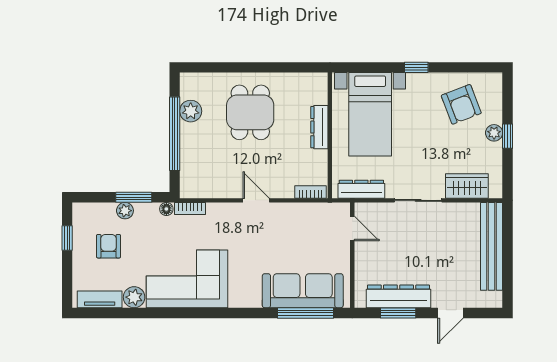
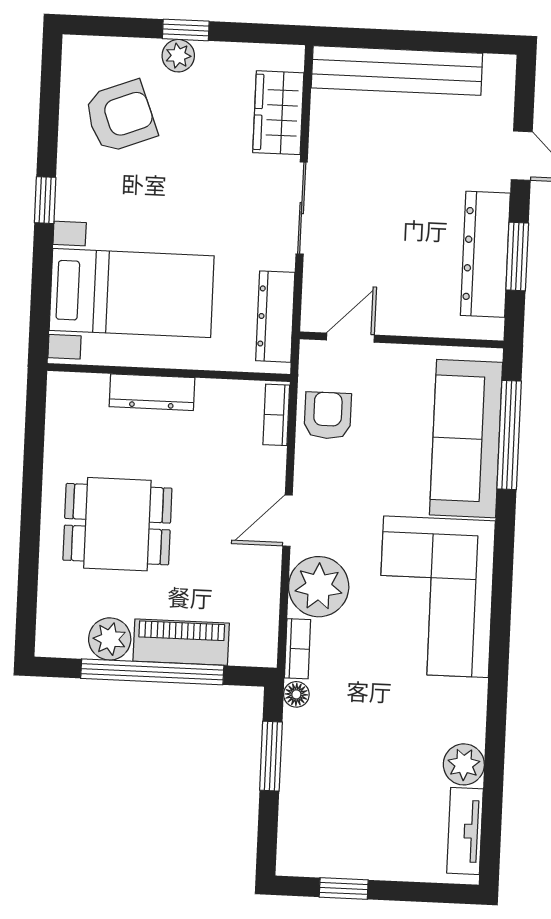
piano: (191, 148) -> (181, 642), added
plant: (125, 211) -> (319, 587), moved, width x1.87, depth x1.87
armchair: (109, 246) -> (328, 416), moved, turned 90
corner sofa: (187, 279) -> (436, 597), moved

